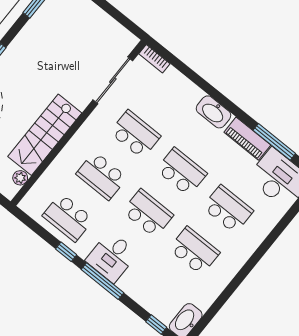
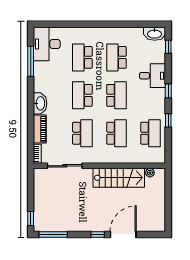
school desk: (135, 134) -> (82, 133), turned 180
piano: (247, 139) -> (40, 129), moved
school desk: (148, 213) -> (116, 95), turned 180
desk: (112, 257) -> (152, 76), moved
window: (102, 281) -> (168, 91), width x0.46

